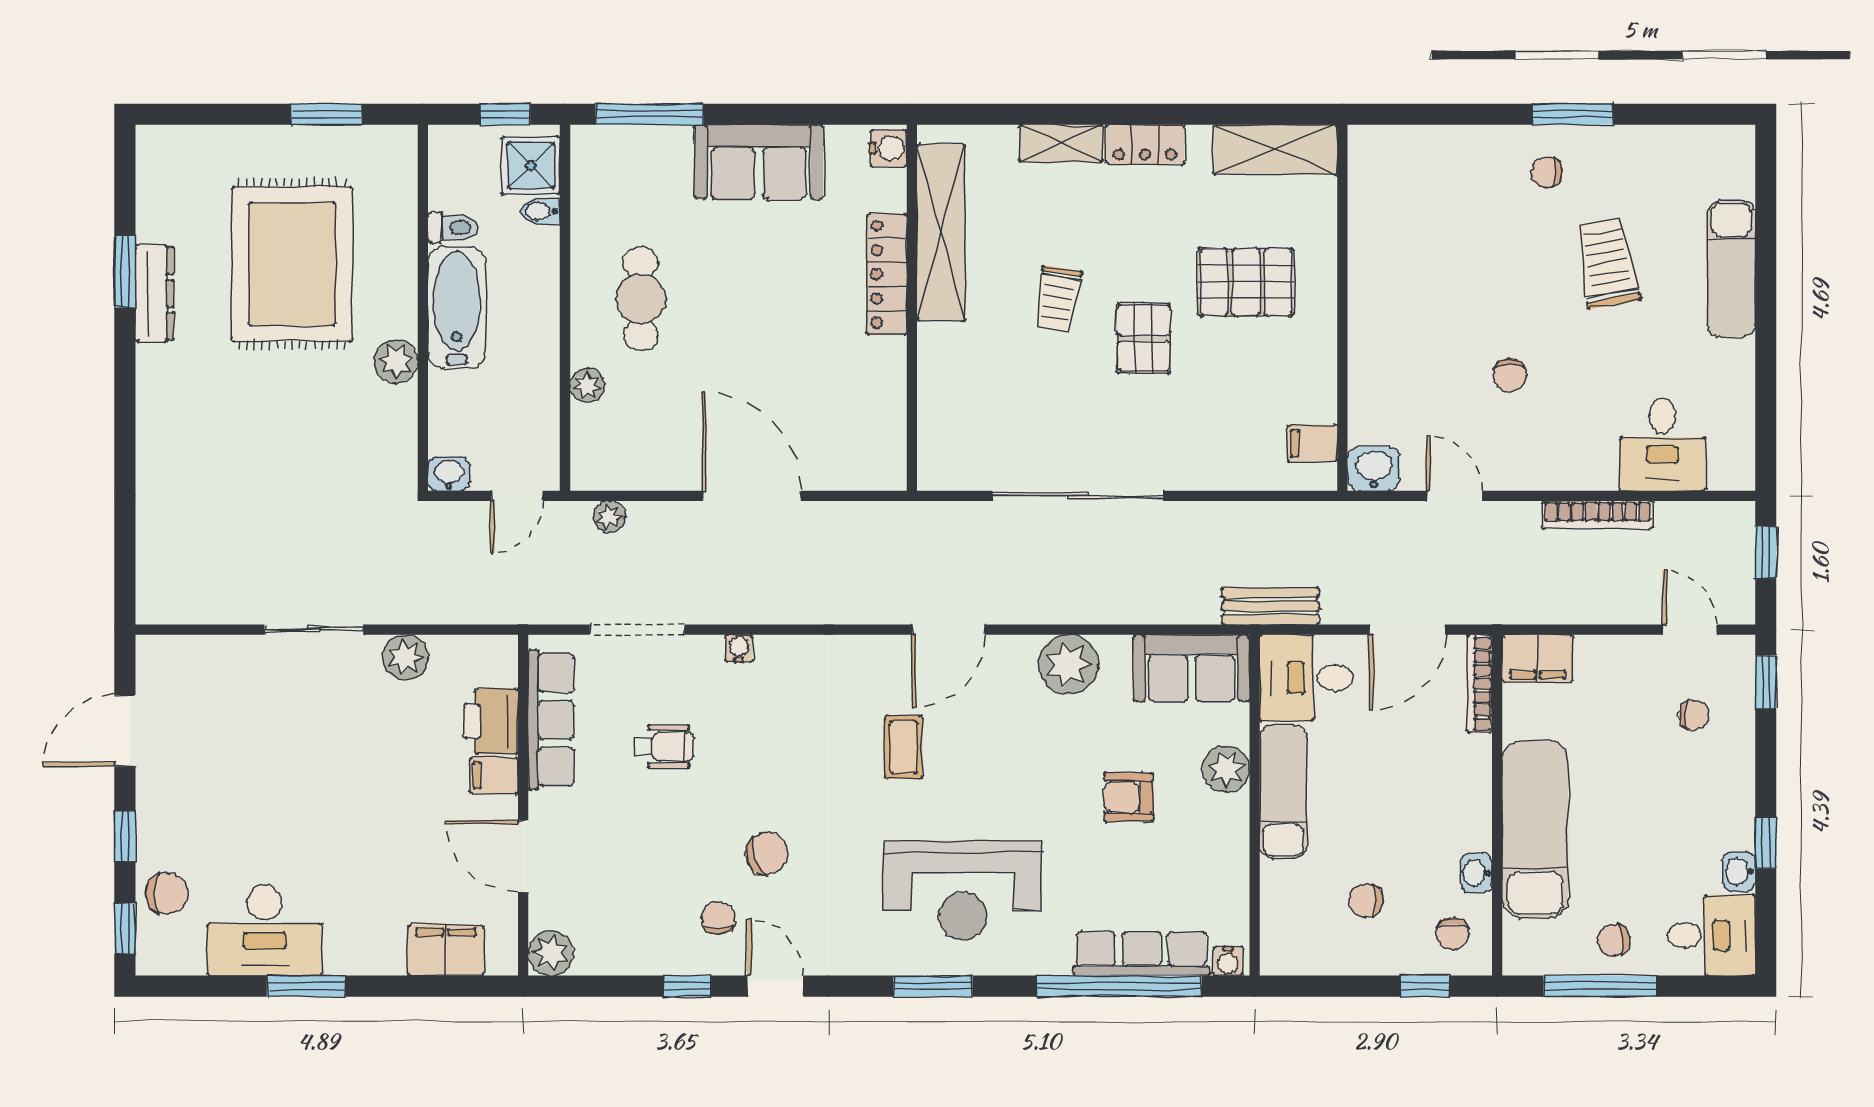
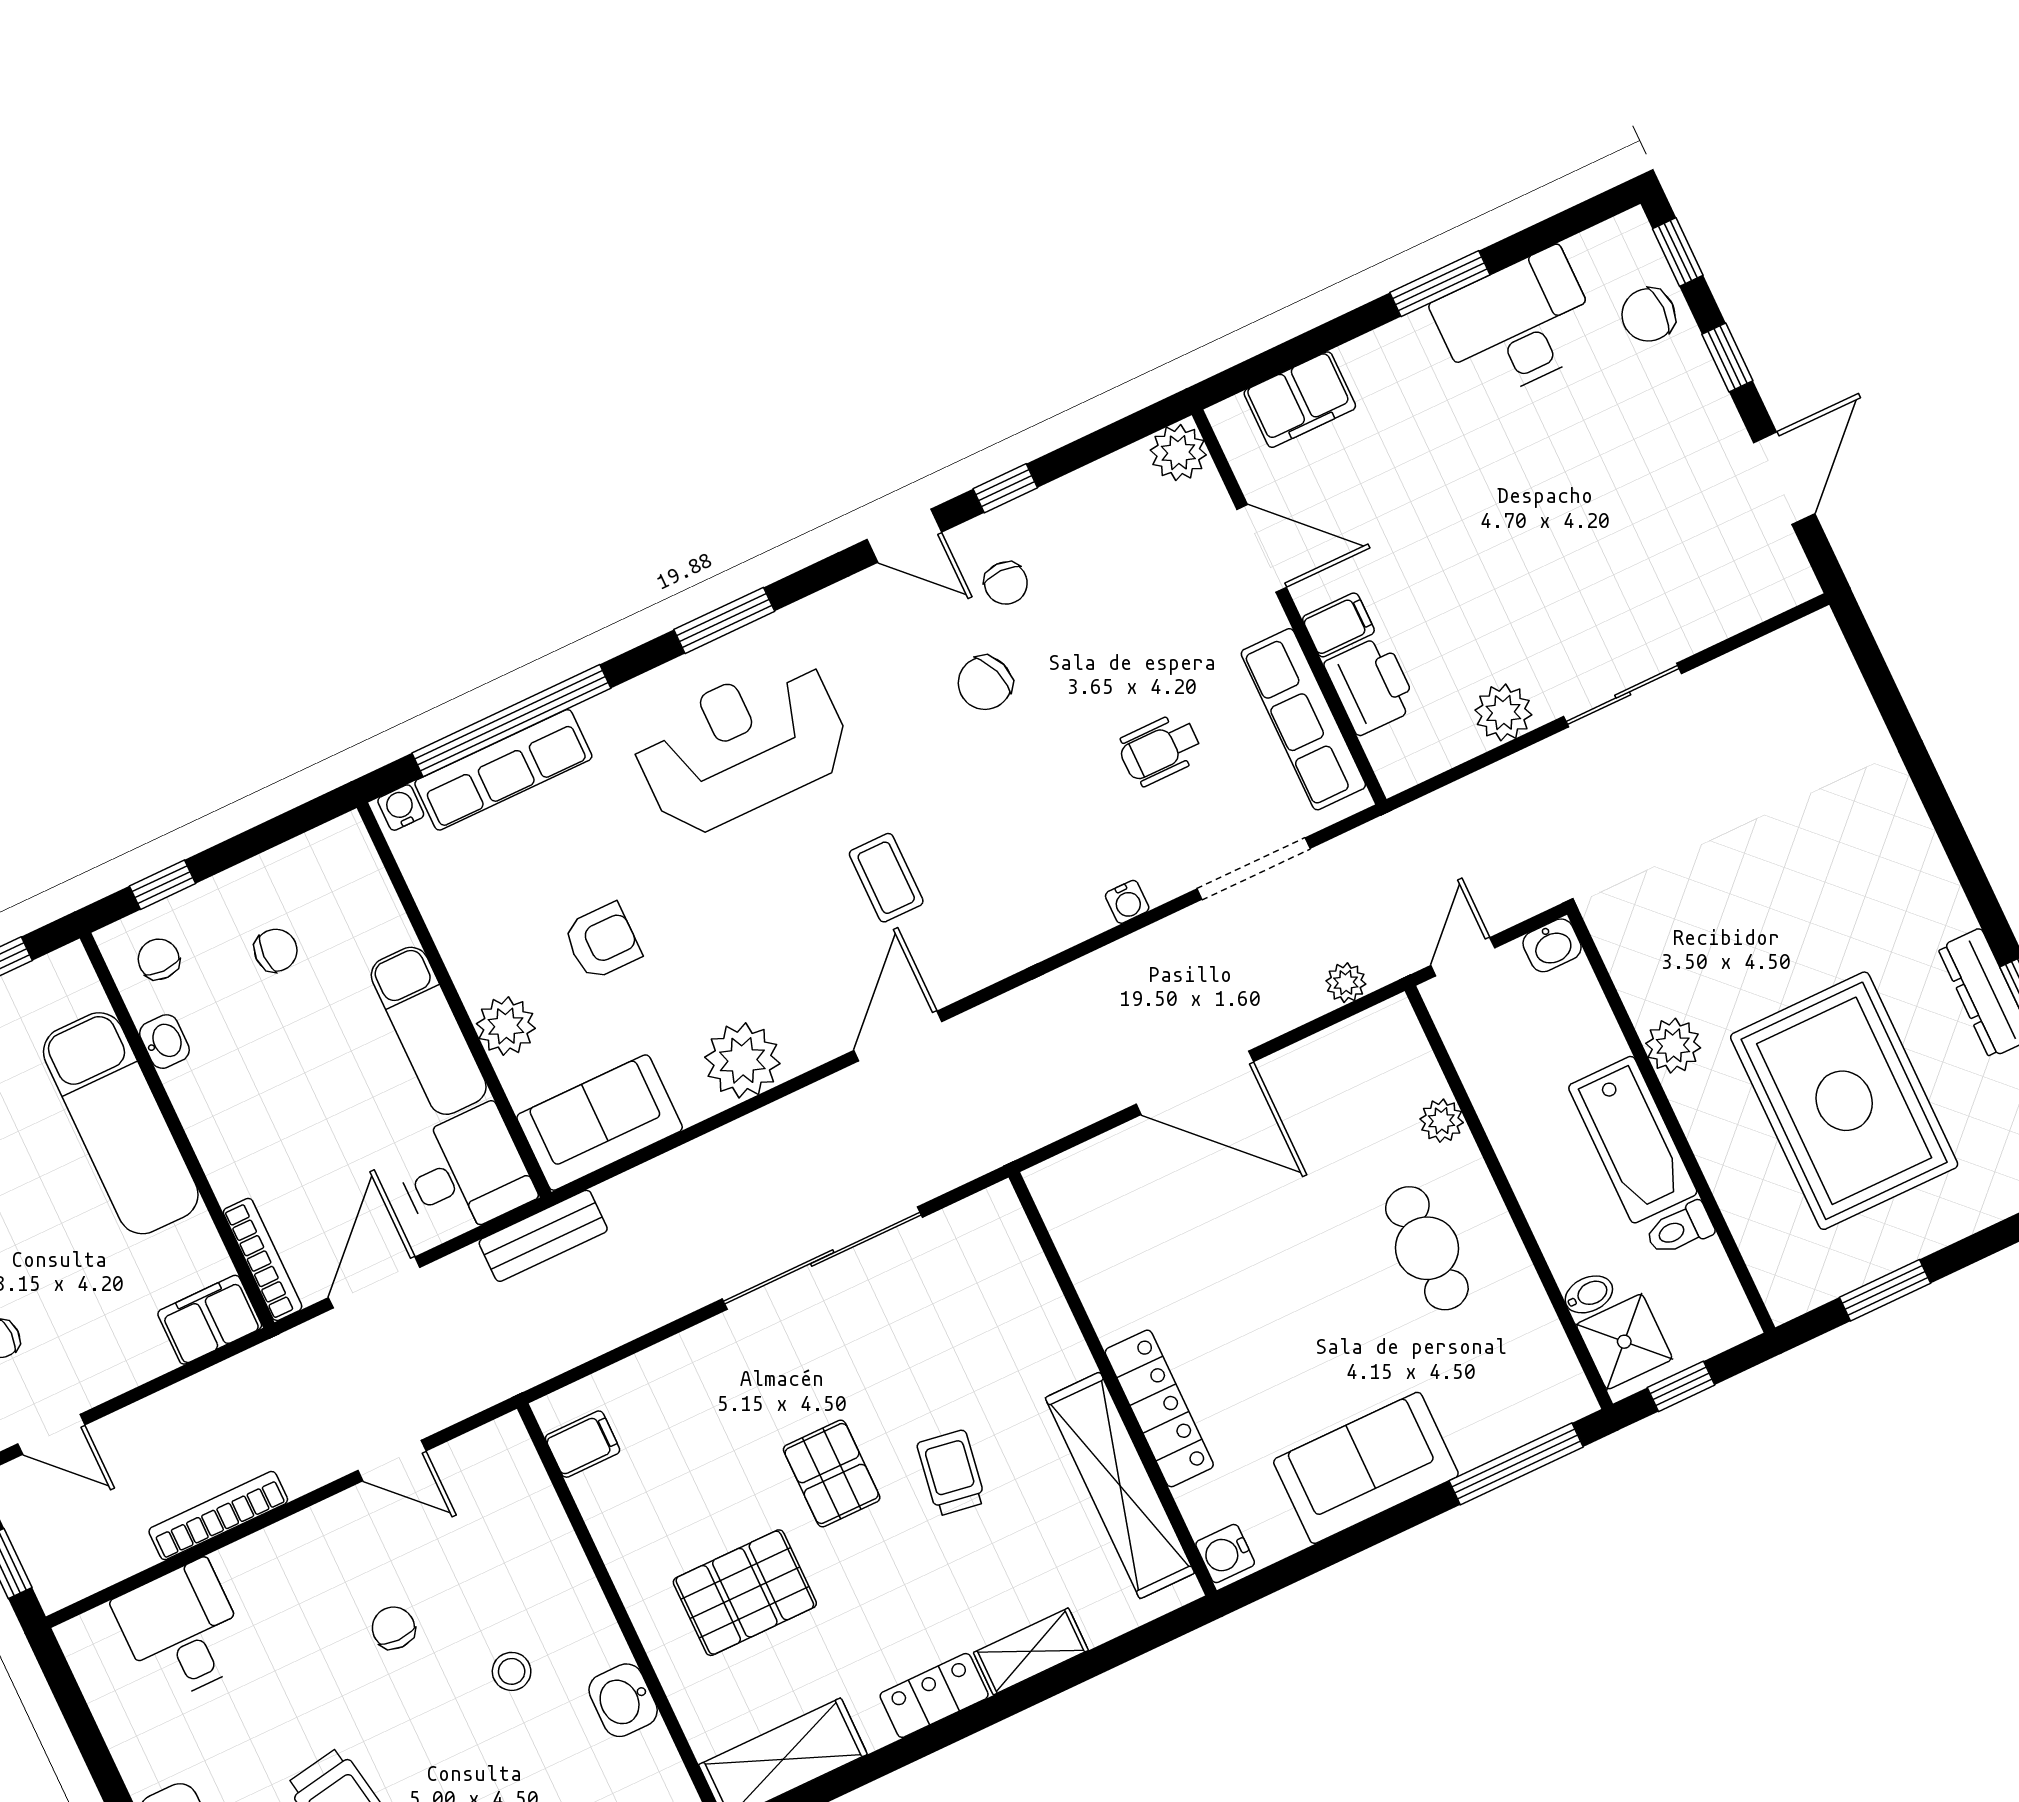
stool: (1440, 304) -> (512, 1671), added
washbasin: (1374, 469) -> (623, 1700), moved, turned 90

